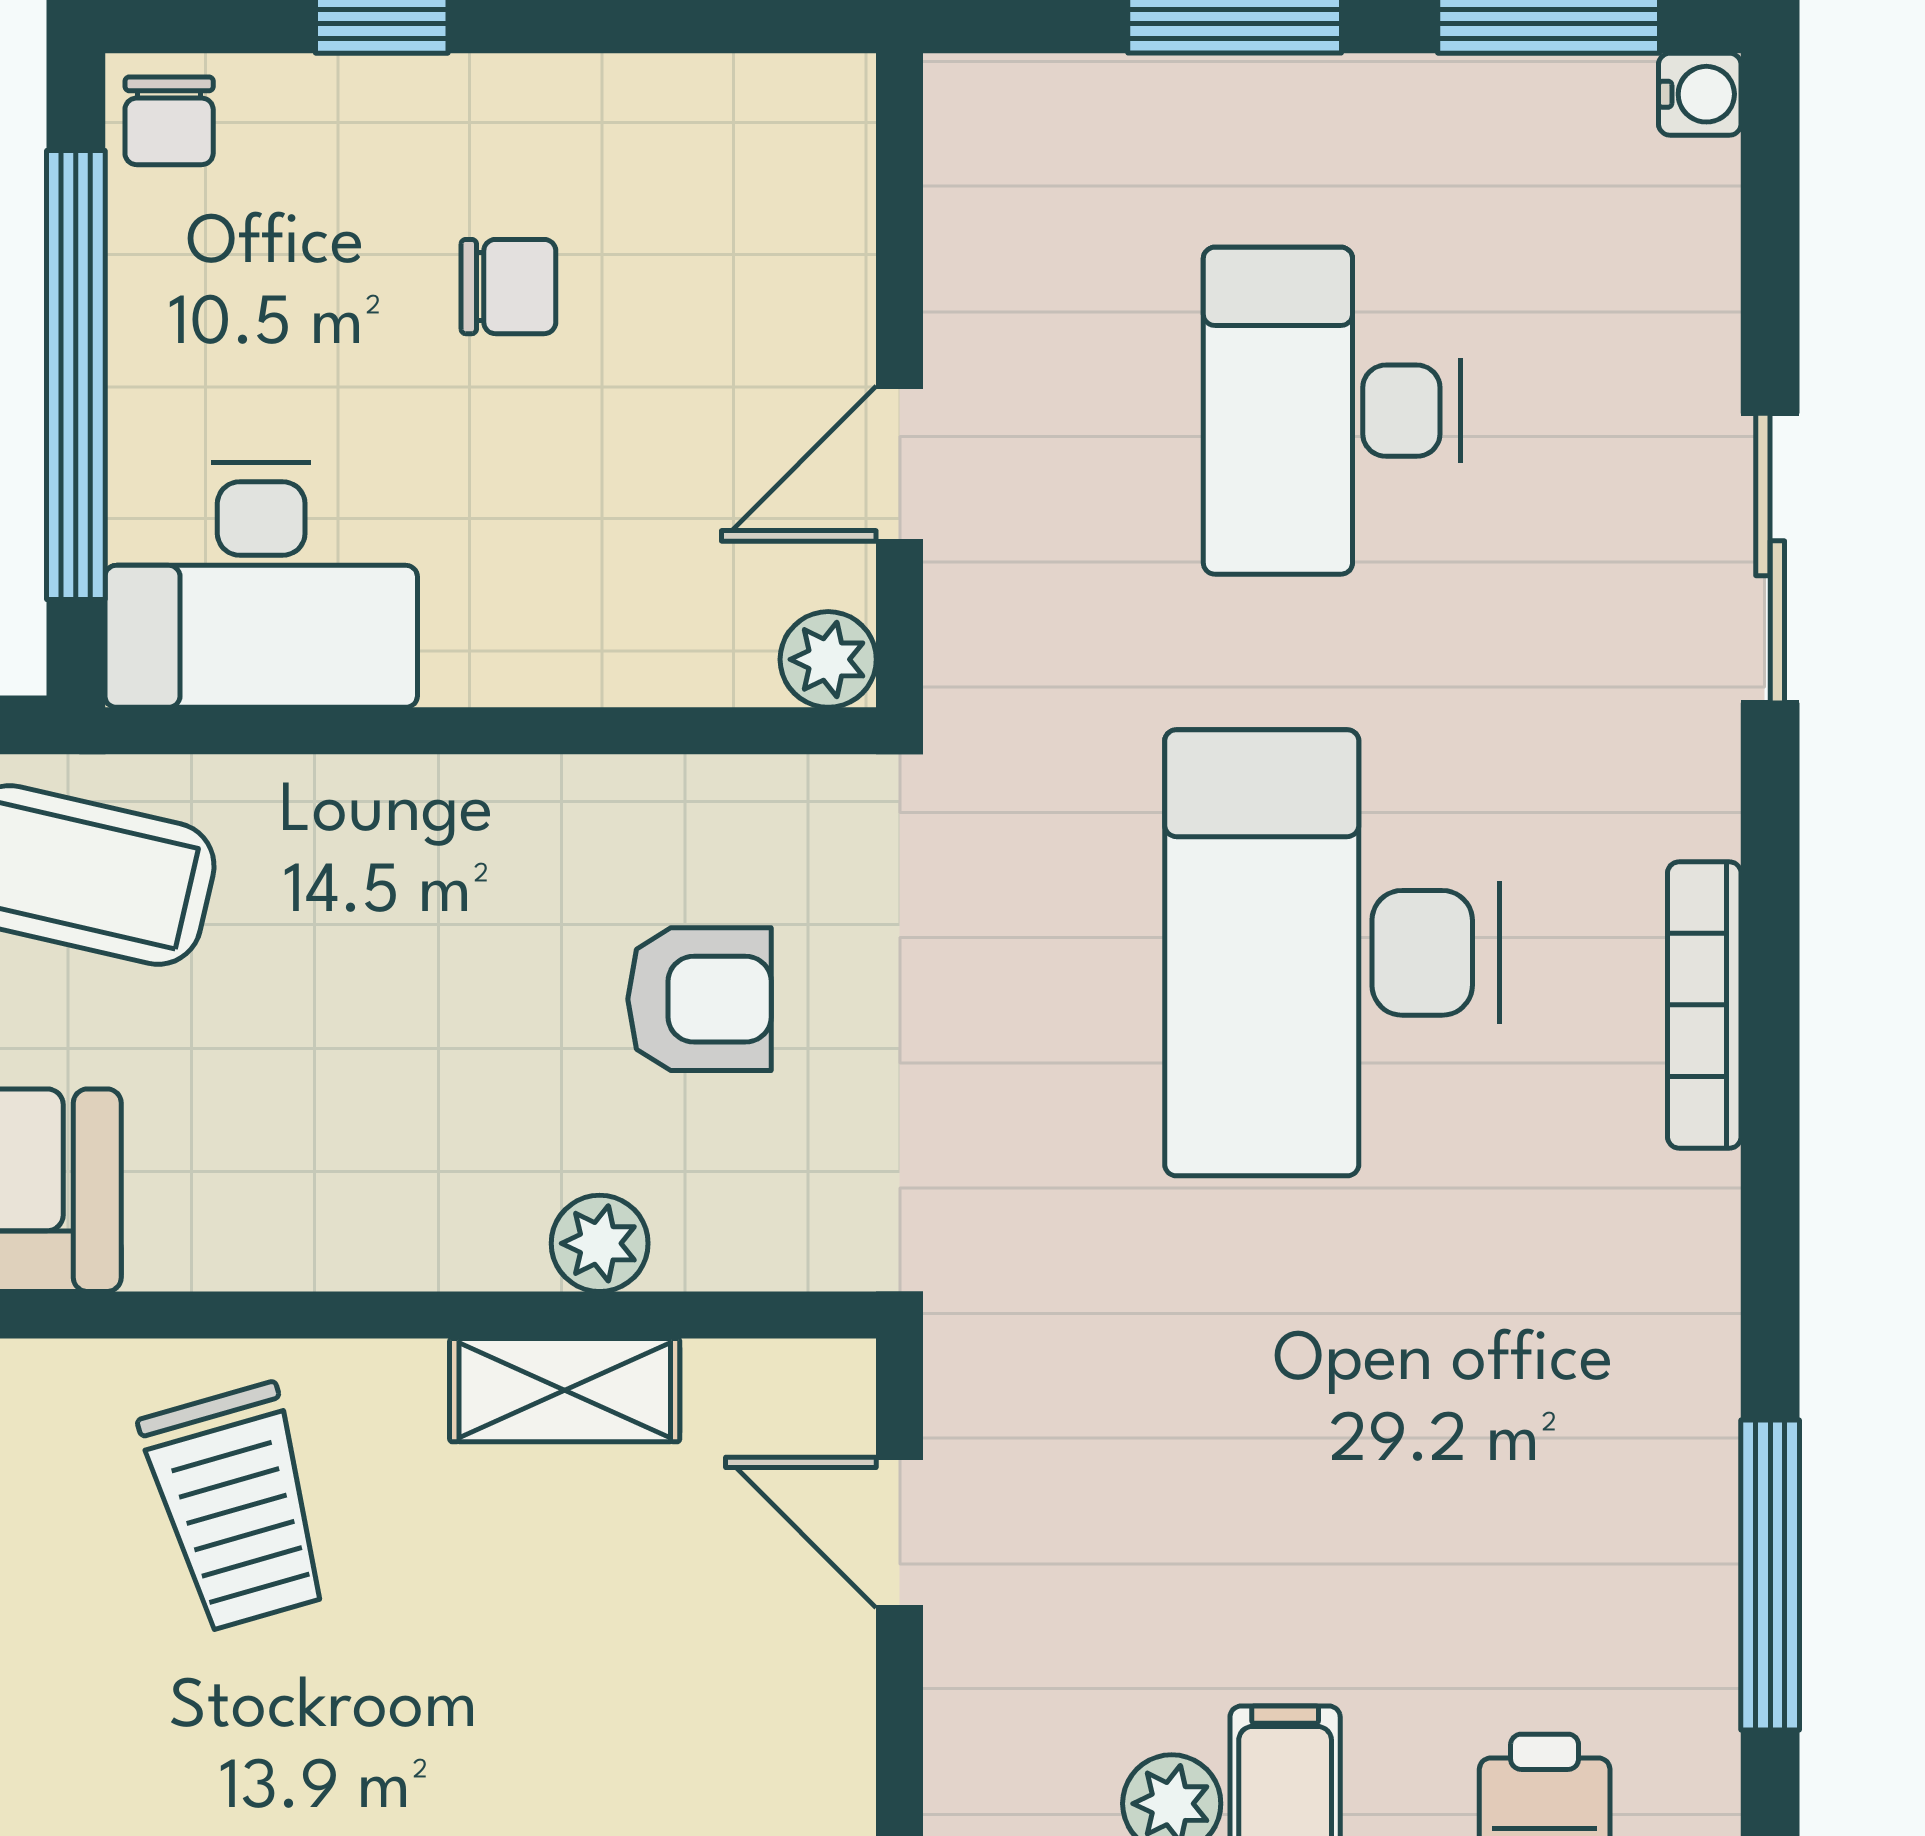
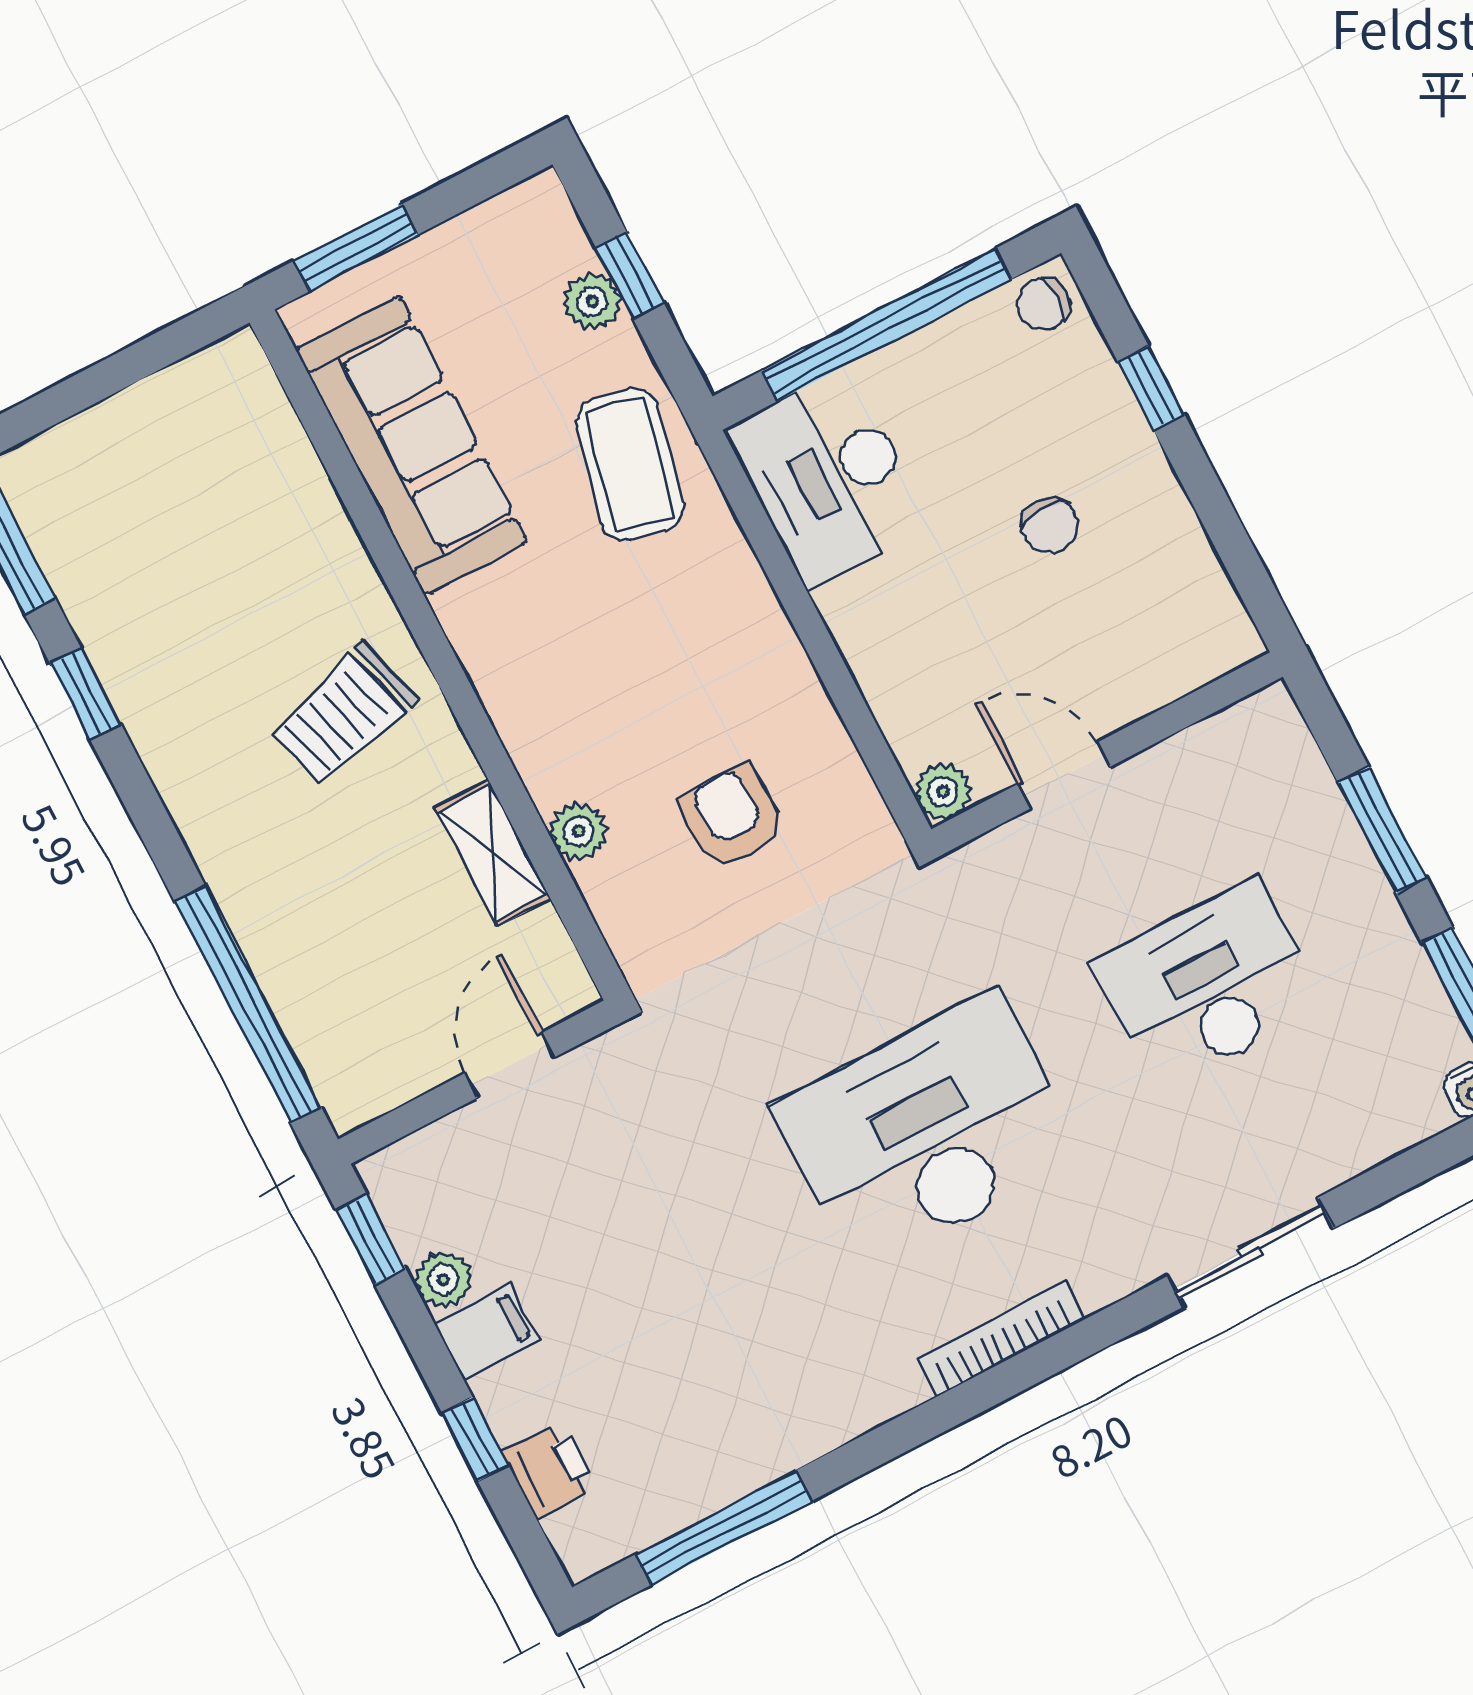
armchair: (700, 999) -> (732, 817), turned 180

